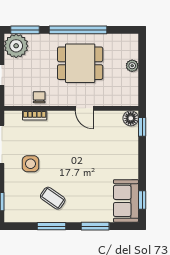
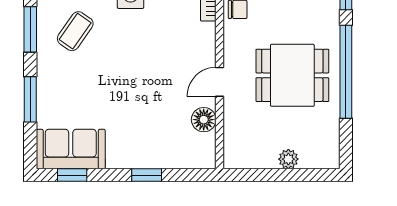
dining table: (80, 63) -> (292, 75), turned 90
floor lamp: (131, 118) -> (204, 120), moved
window: (142, 127) -> (147, 175), moved

